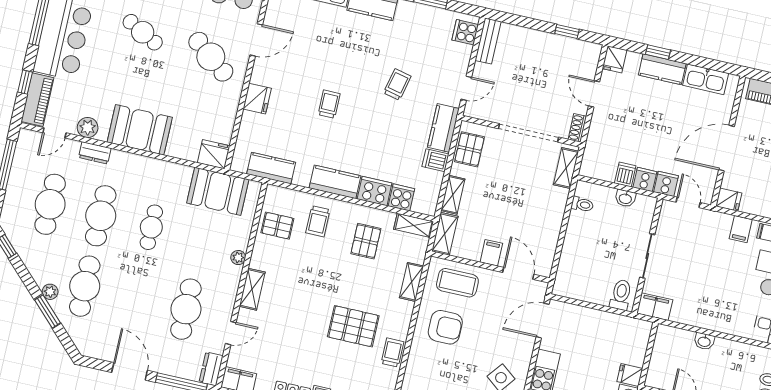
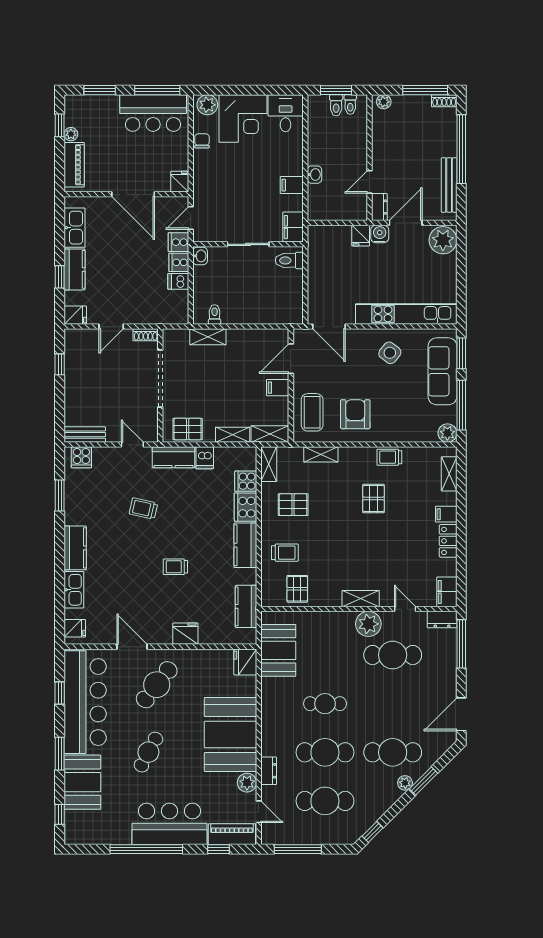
booth: (140, 130) -> (231, 735), width x1.36, depth x1.42
shelving: (566, 168) -> (208, 337), moved
washbasin: (625, 198) -> (200, 256), moved
filing cabinet: (741, 229) -> (292, 185), moved, turned 180
plant: (238, 258) -> (368, 624), moved, width x1.88, depth x1.88
pallet: (353, 326) -> (373, 498), width x0.67, depth x0.71
door: (130, 371) -> (461, 714), moved

